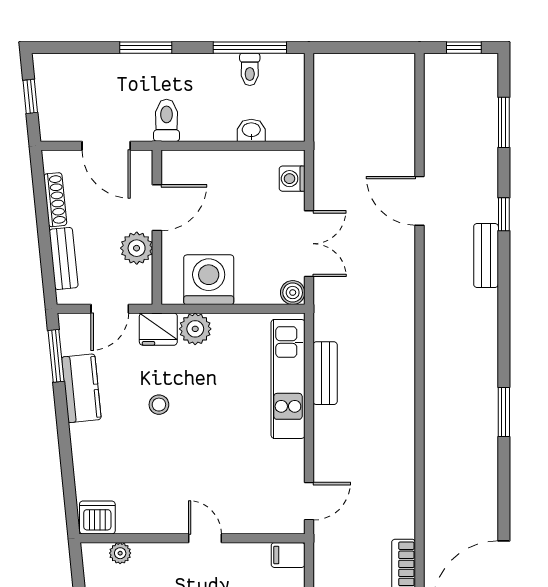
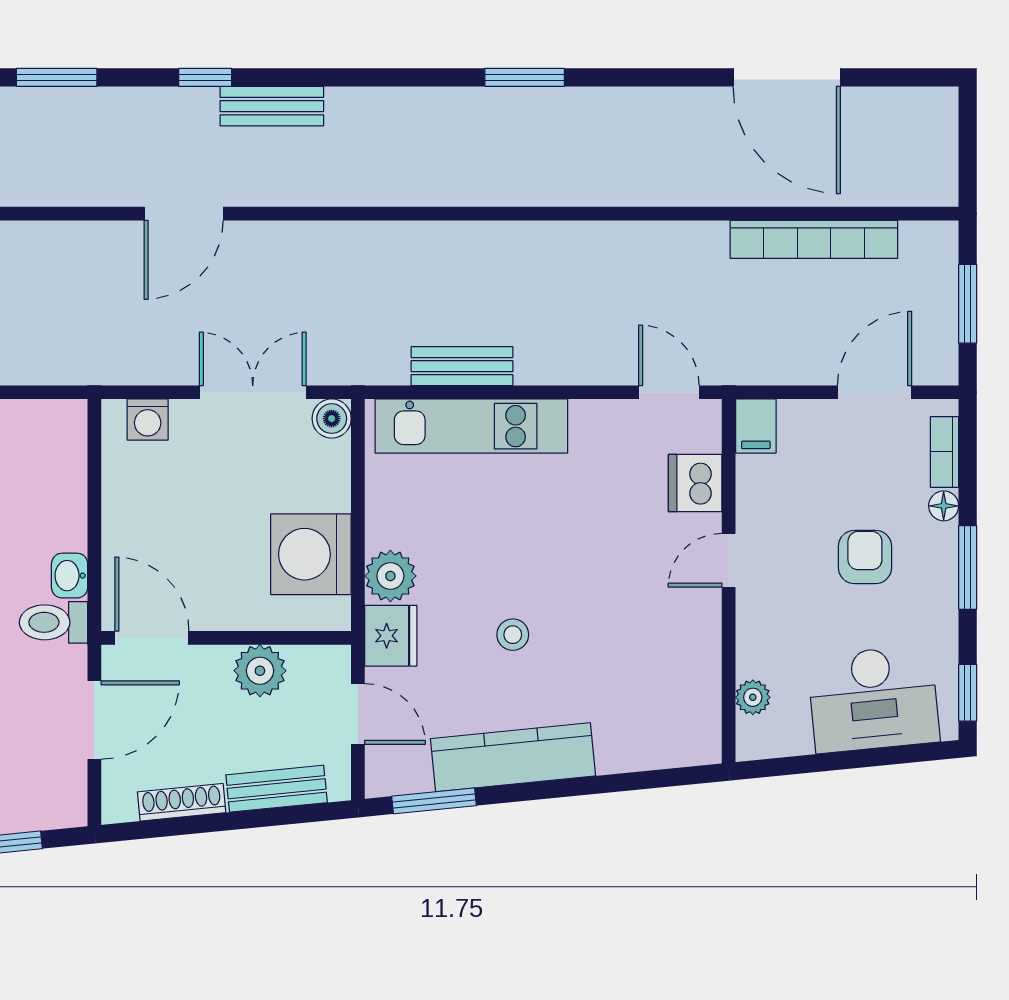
washbasin: (251, 130) -> (70, 576), moved
door: (157, 208) -> (152, 638), moved
kitchen counter: (81, 388) -> (513, 757), width x1.50
dishwasher: (97, 518) -> (695, 483), moved

